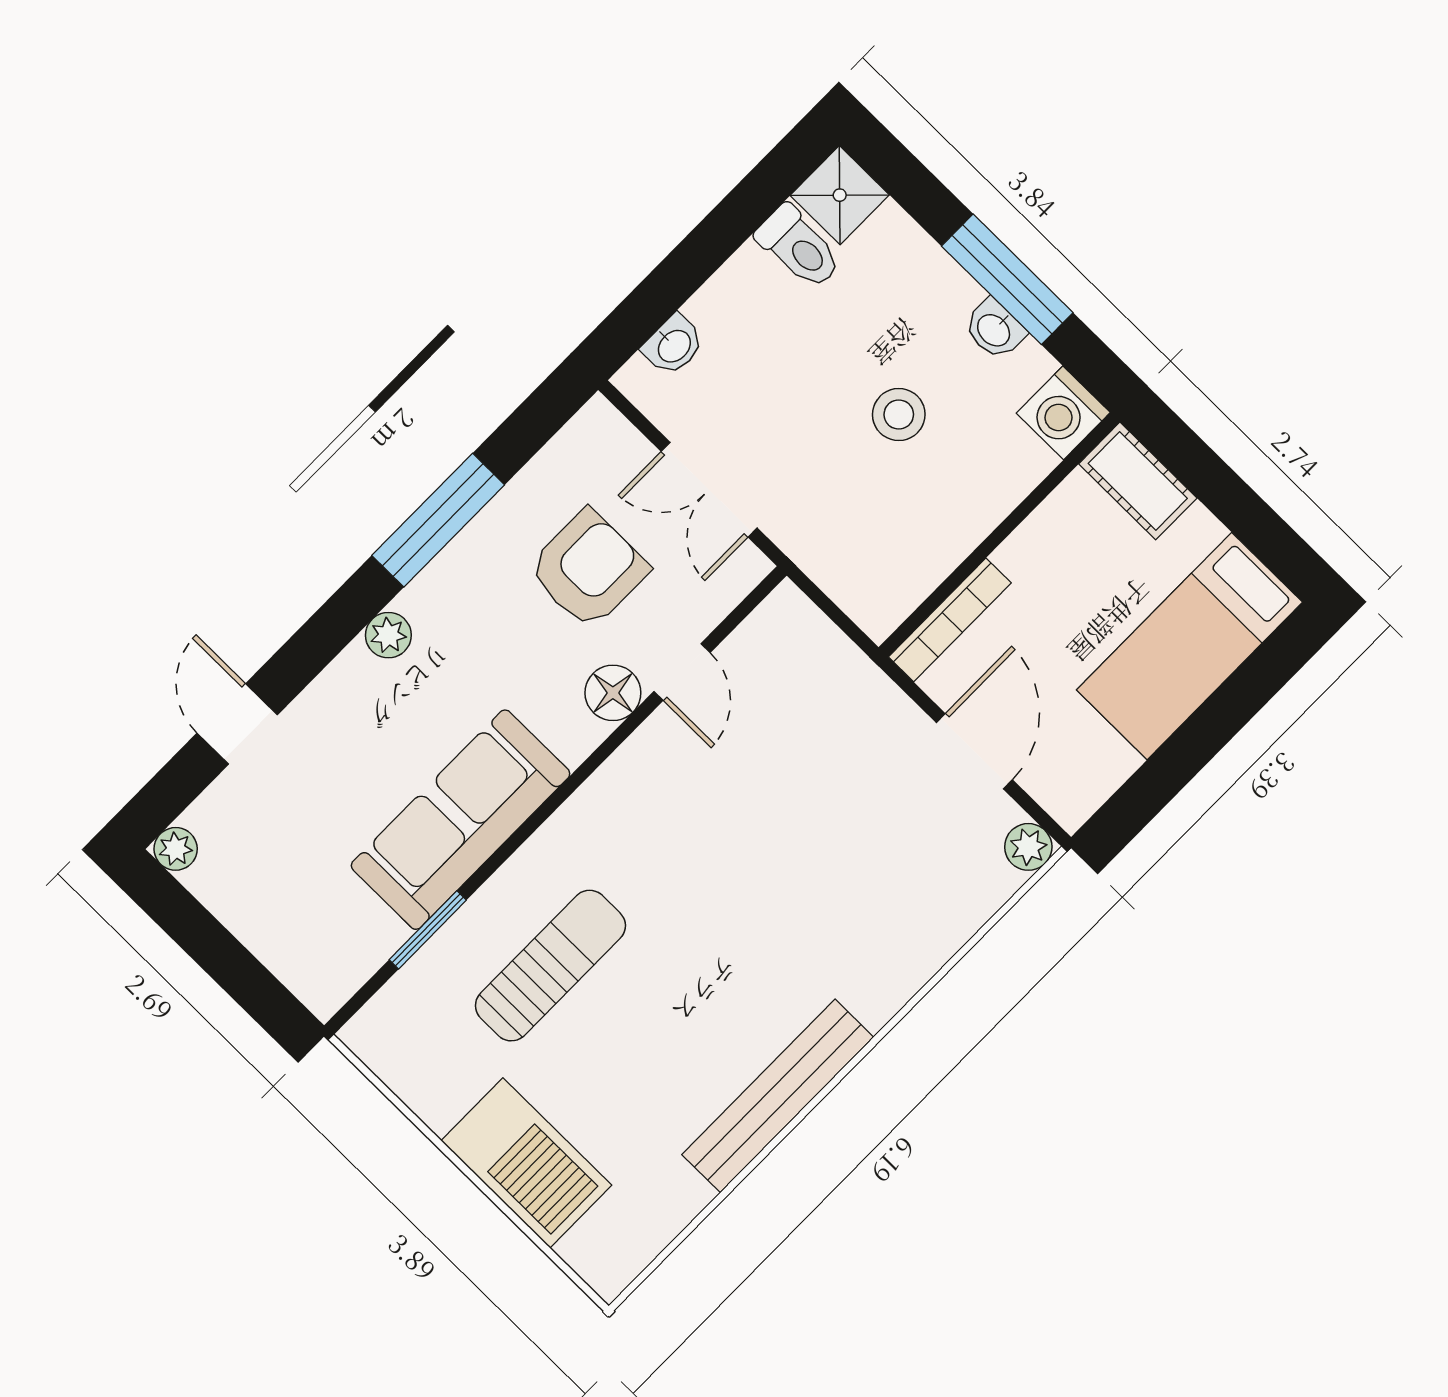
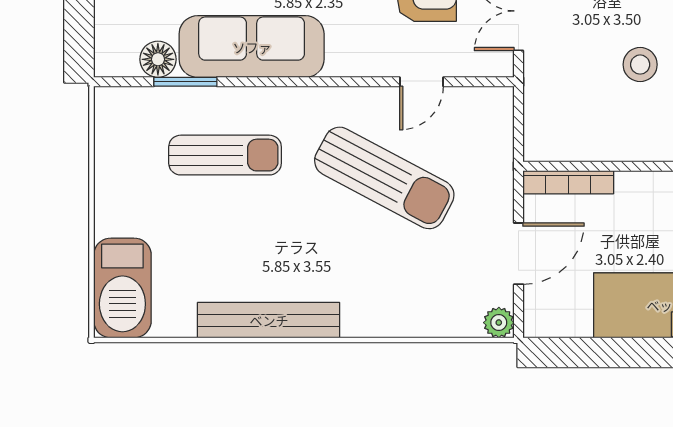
floor lamp: (613, 693) -> (158, 59), moved
sun lounger: (747, 816) -> (384, 178), added
barbecue: (526, 1163) -> (122, 288), moved

